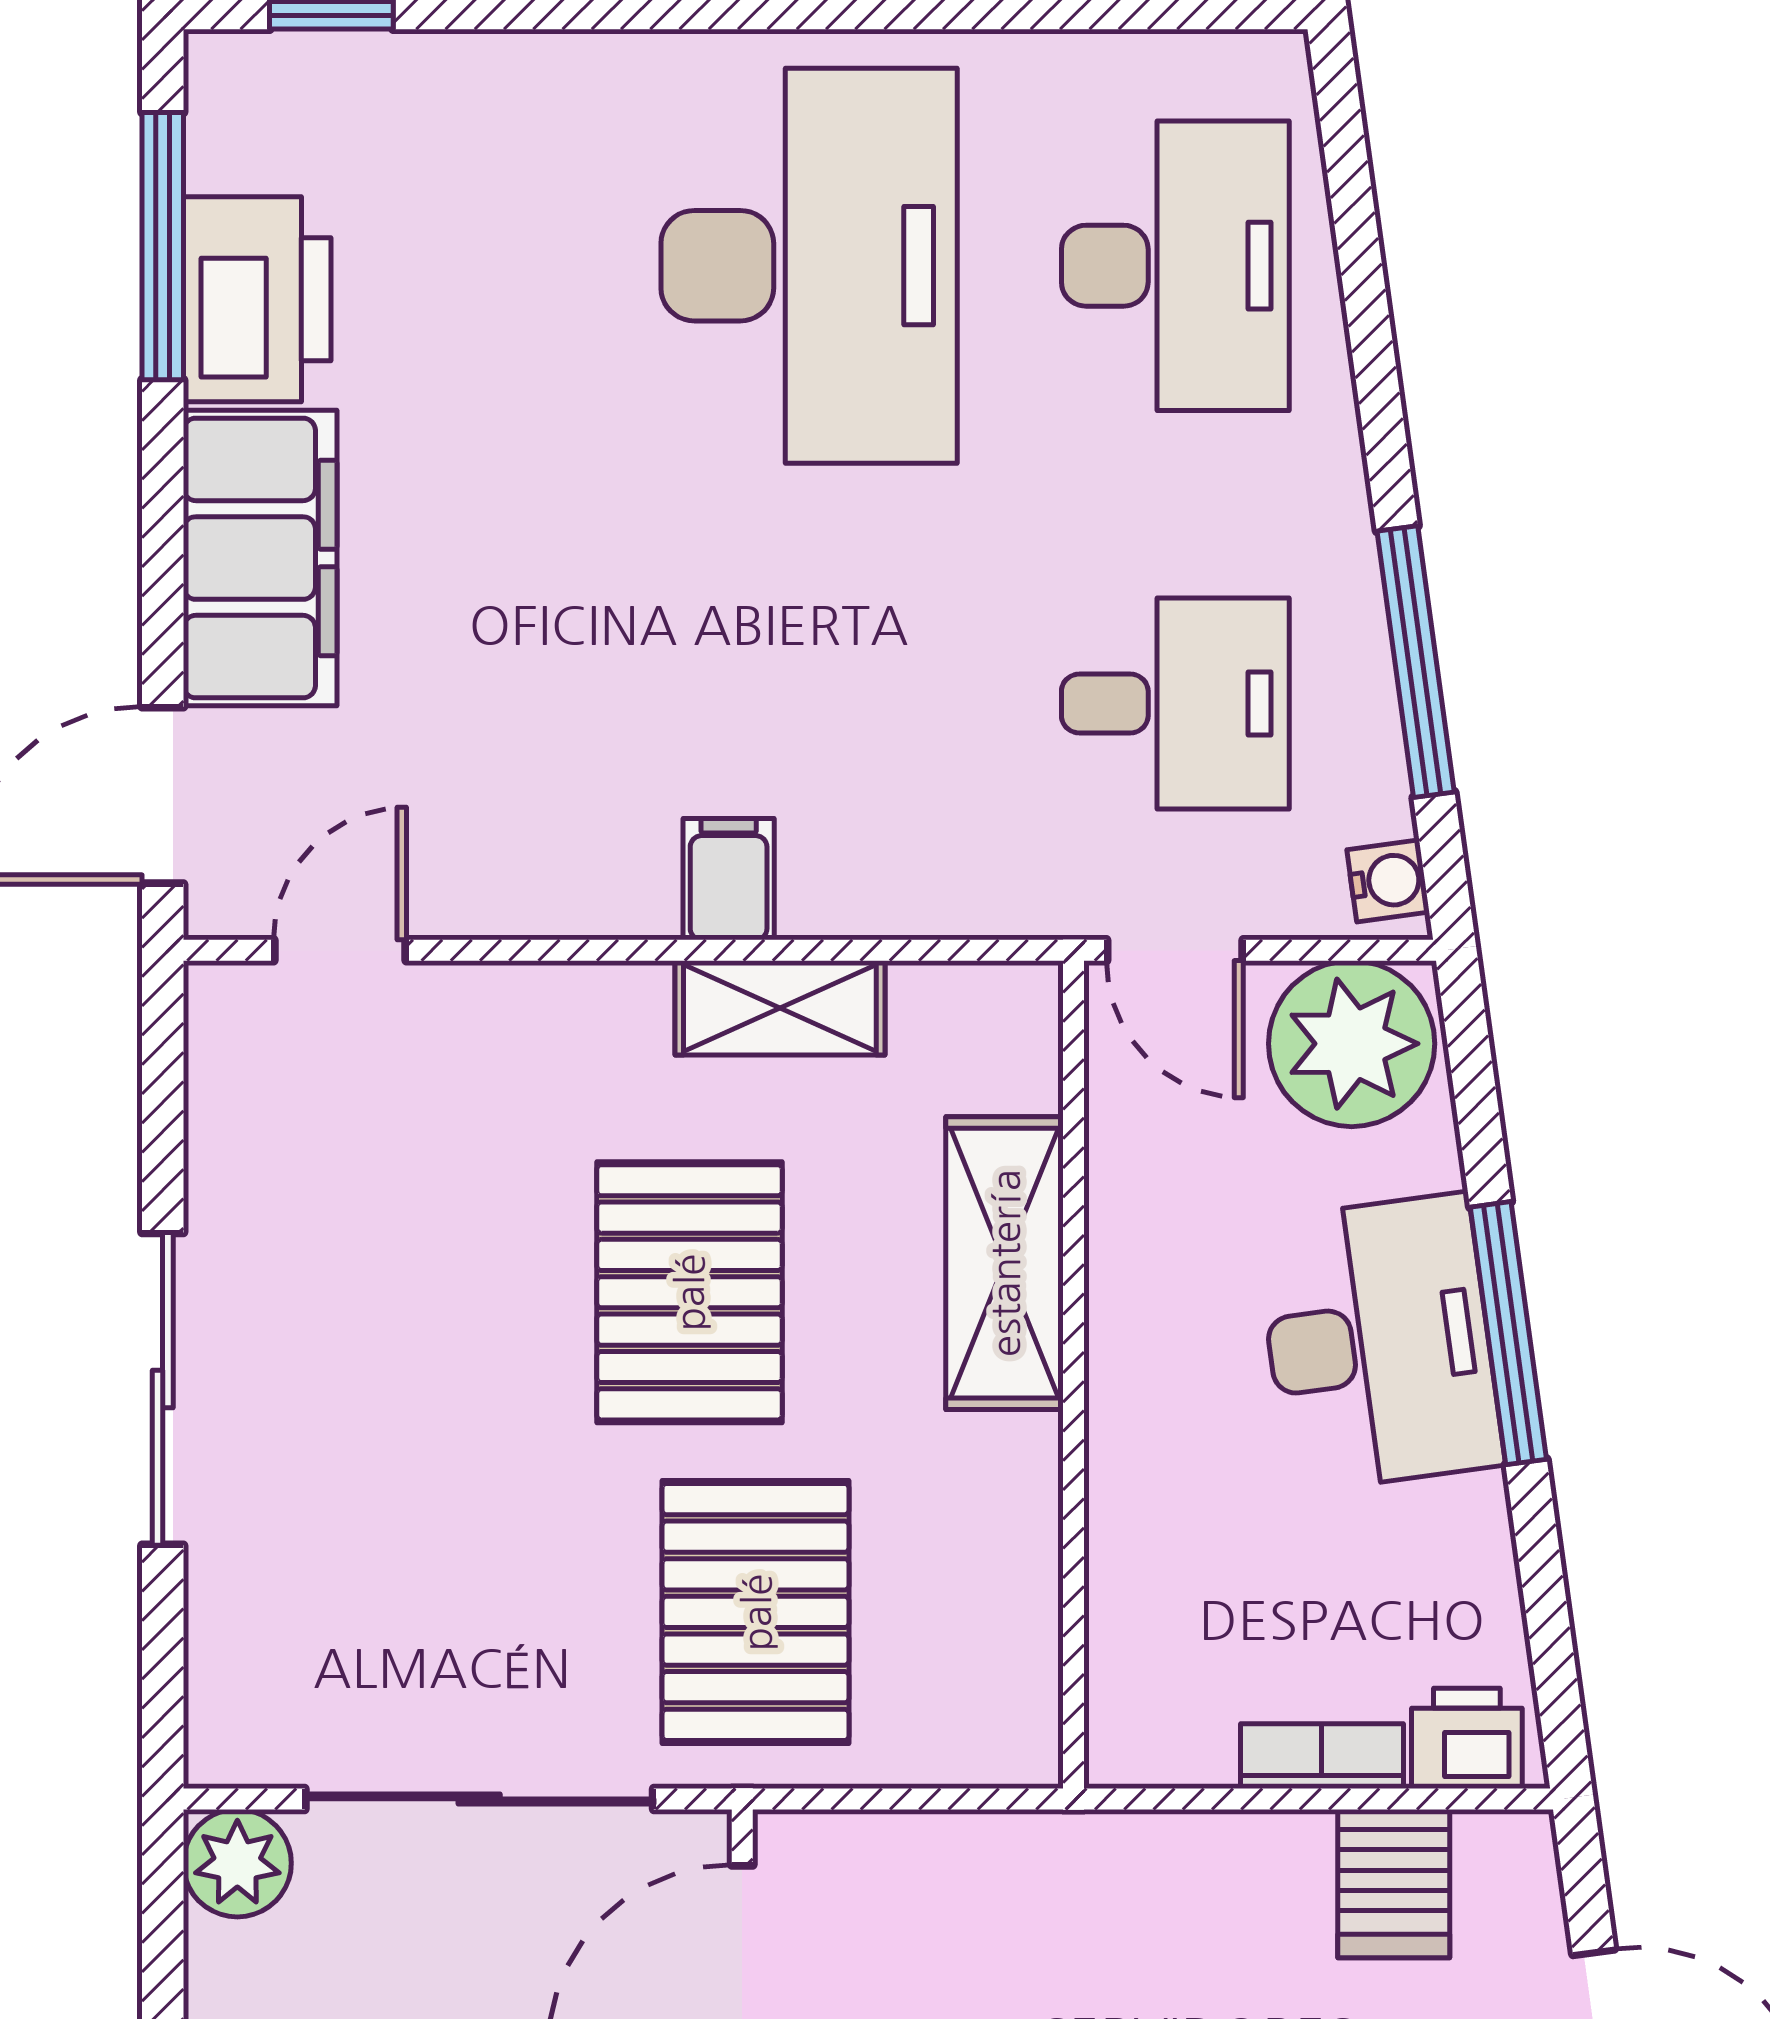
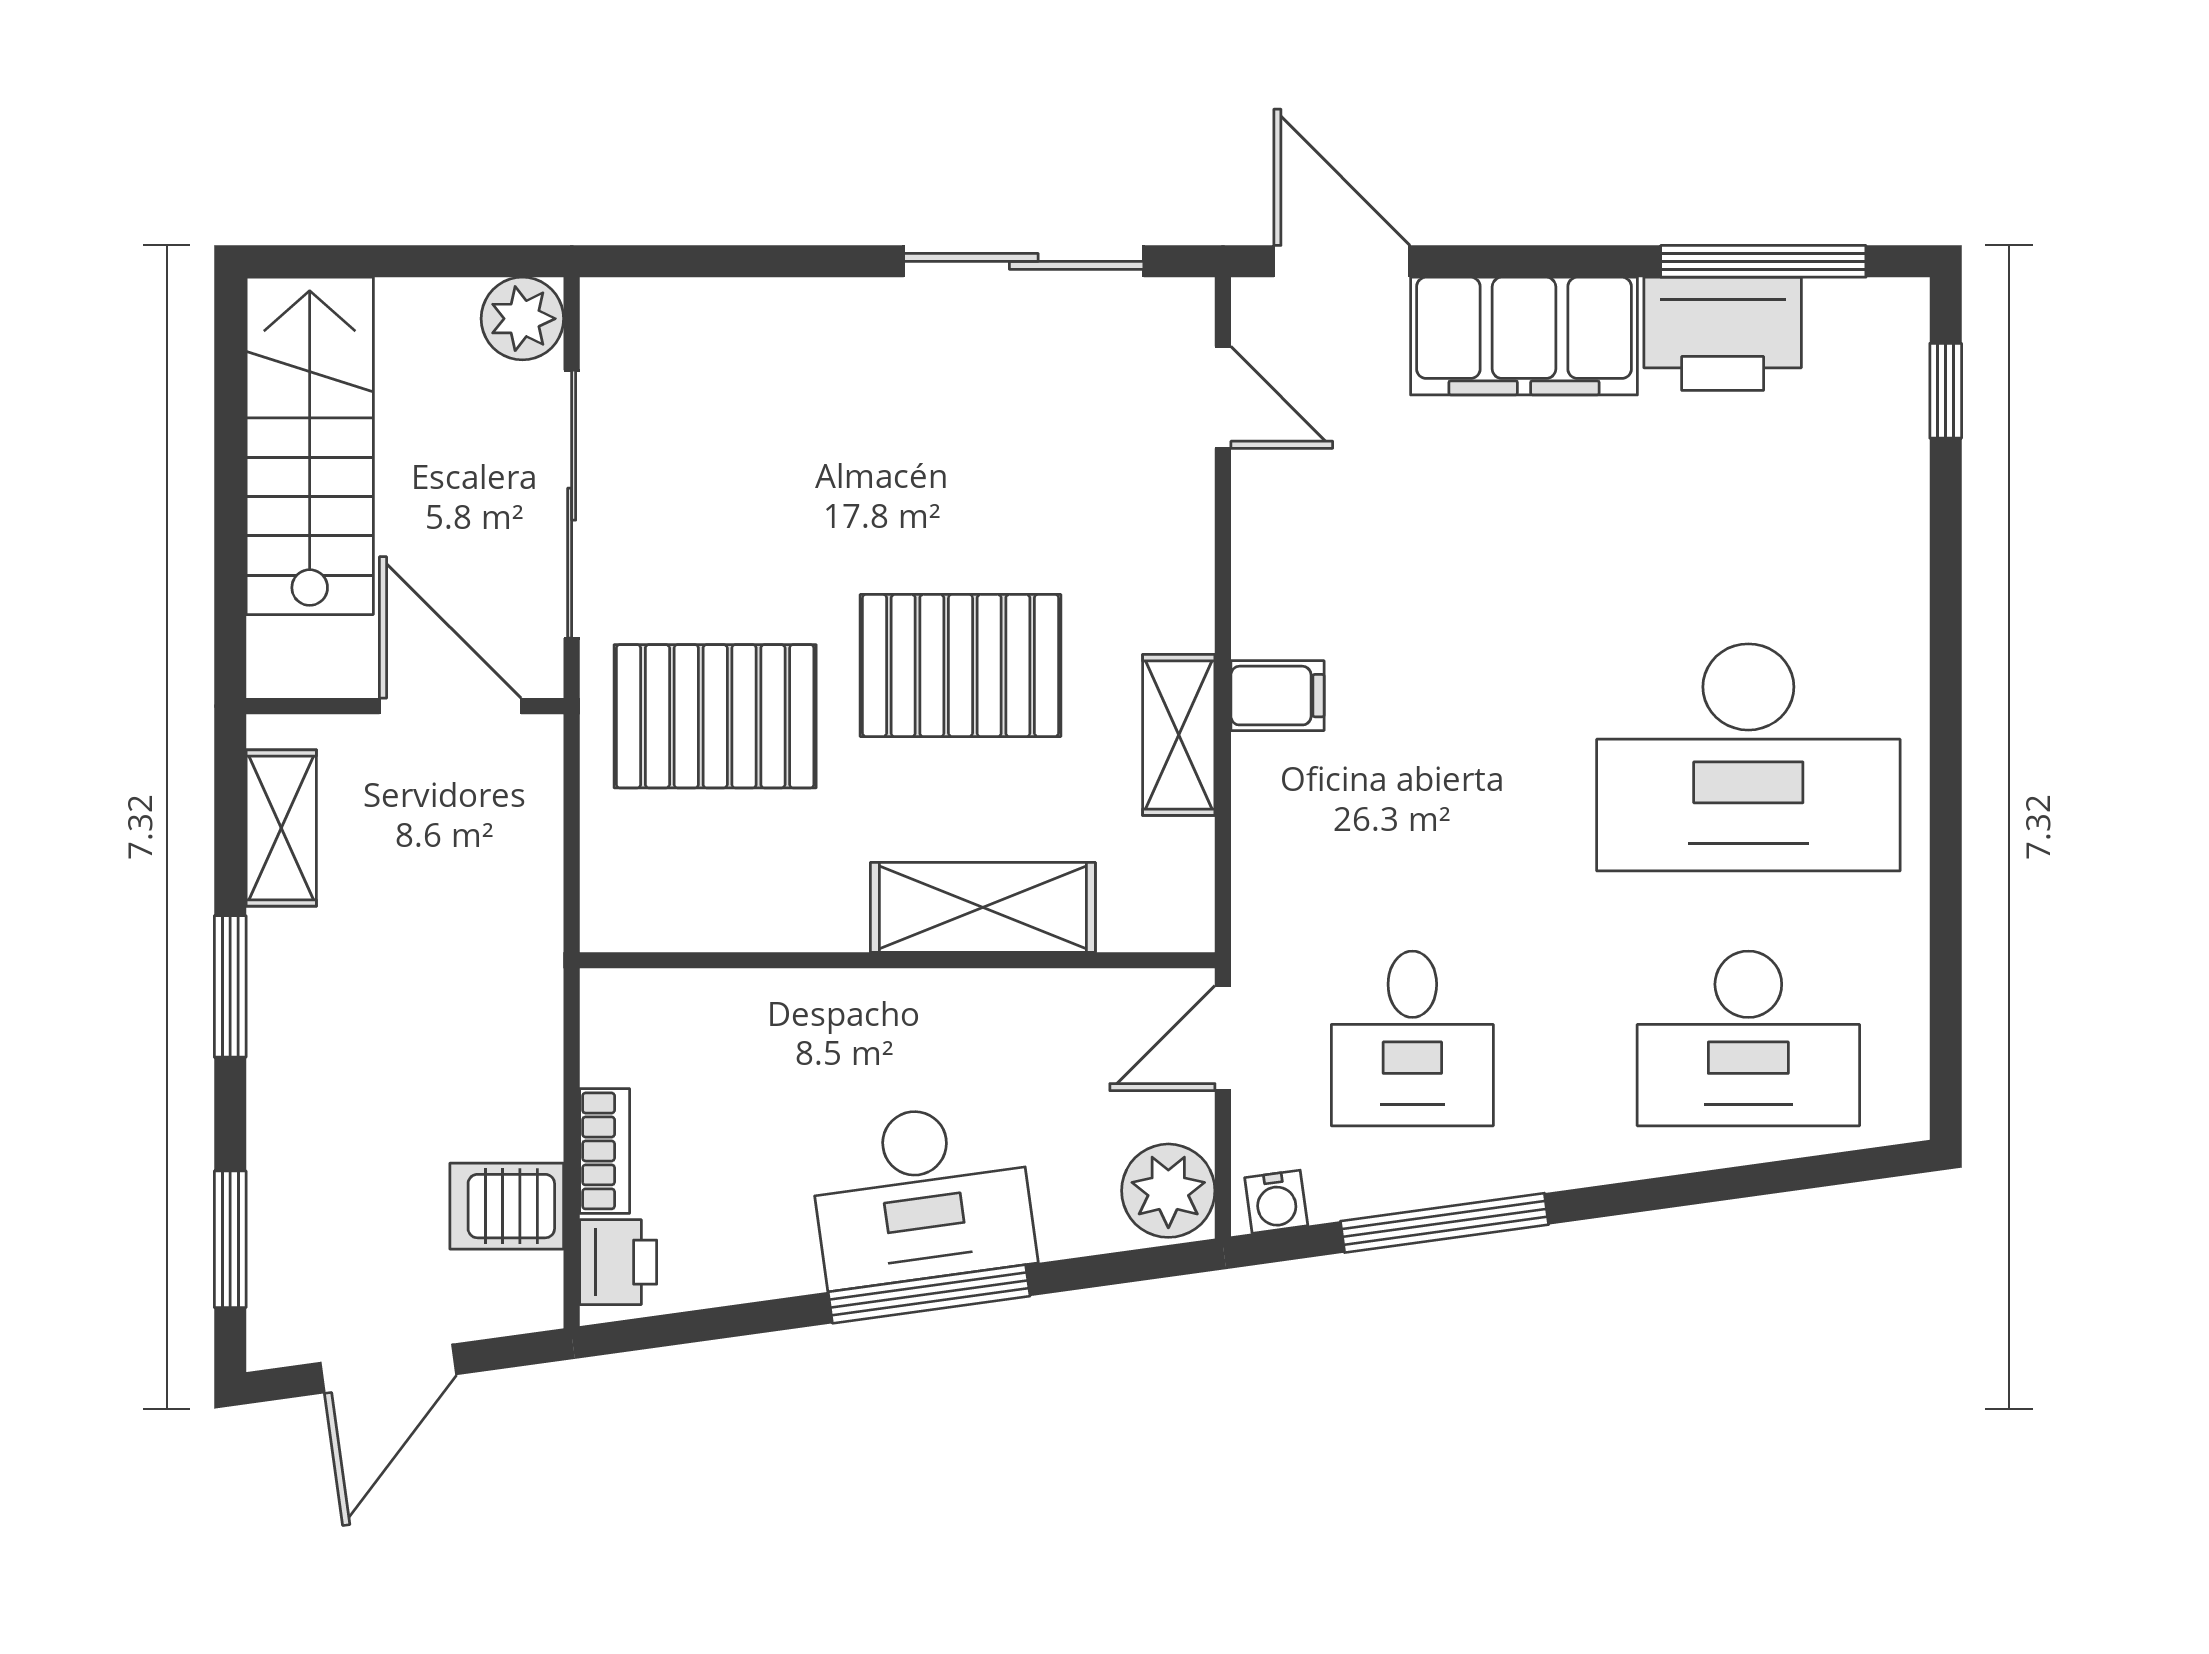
plant: (1352, 1044) -> (1168, 1191), width x0.73, depth x0.73
sliding door: (163, 1389) -> (1024, 261), moved

